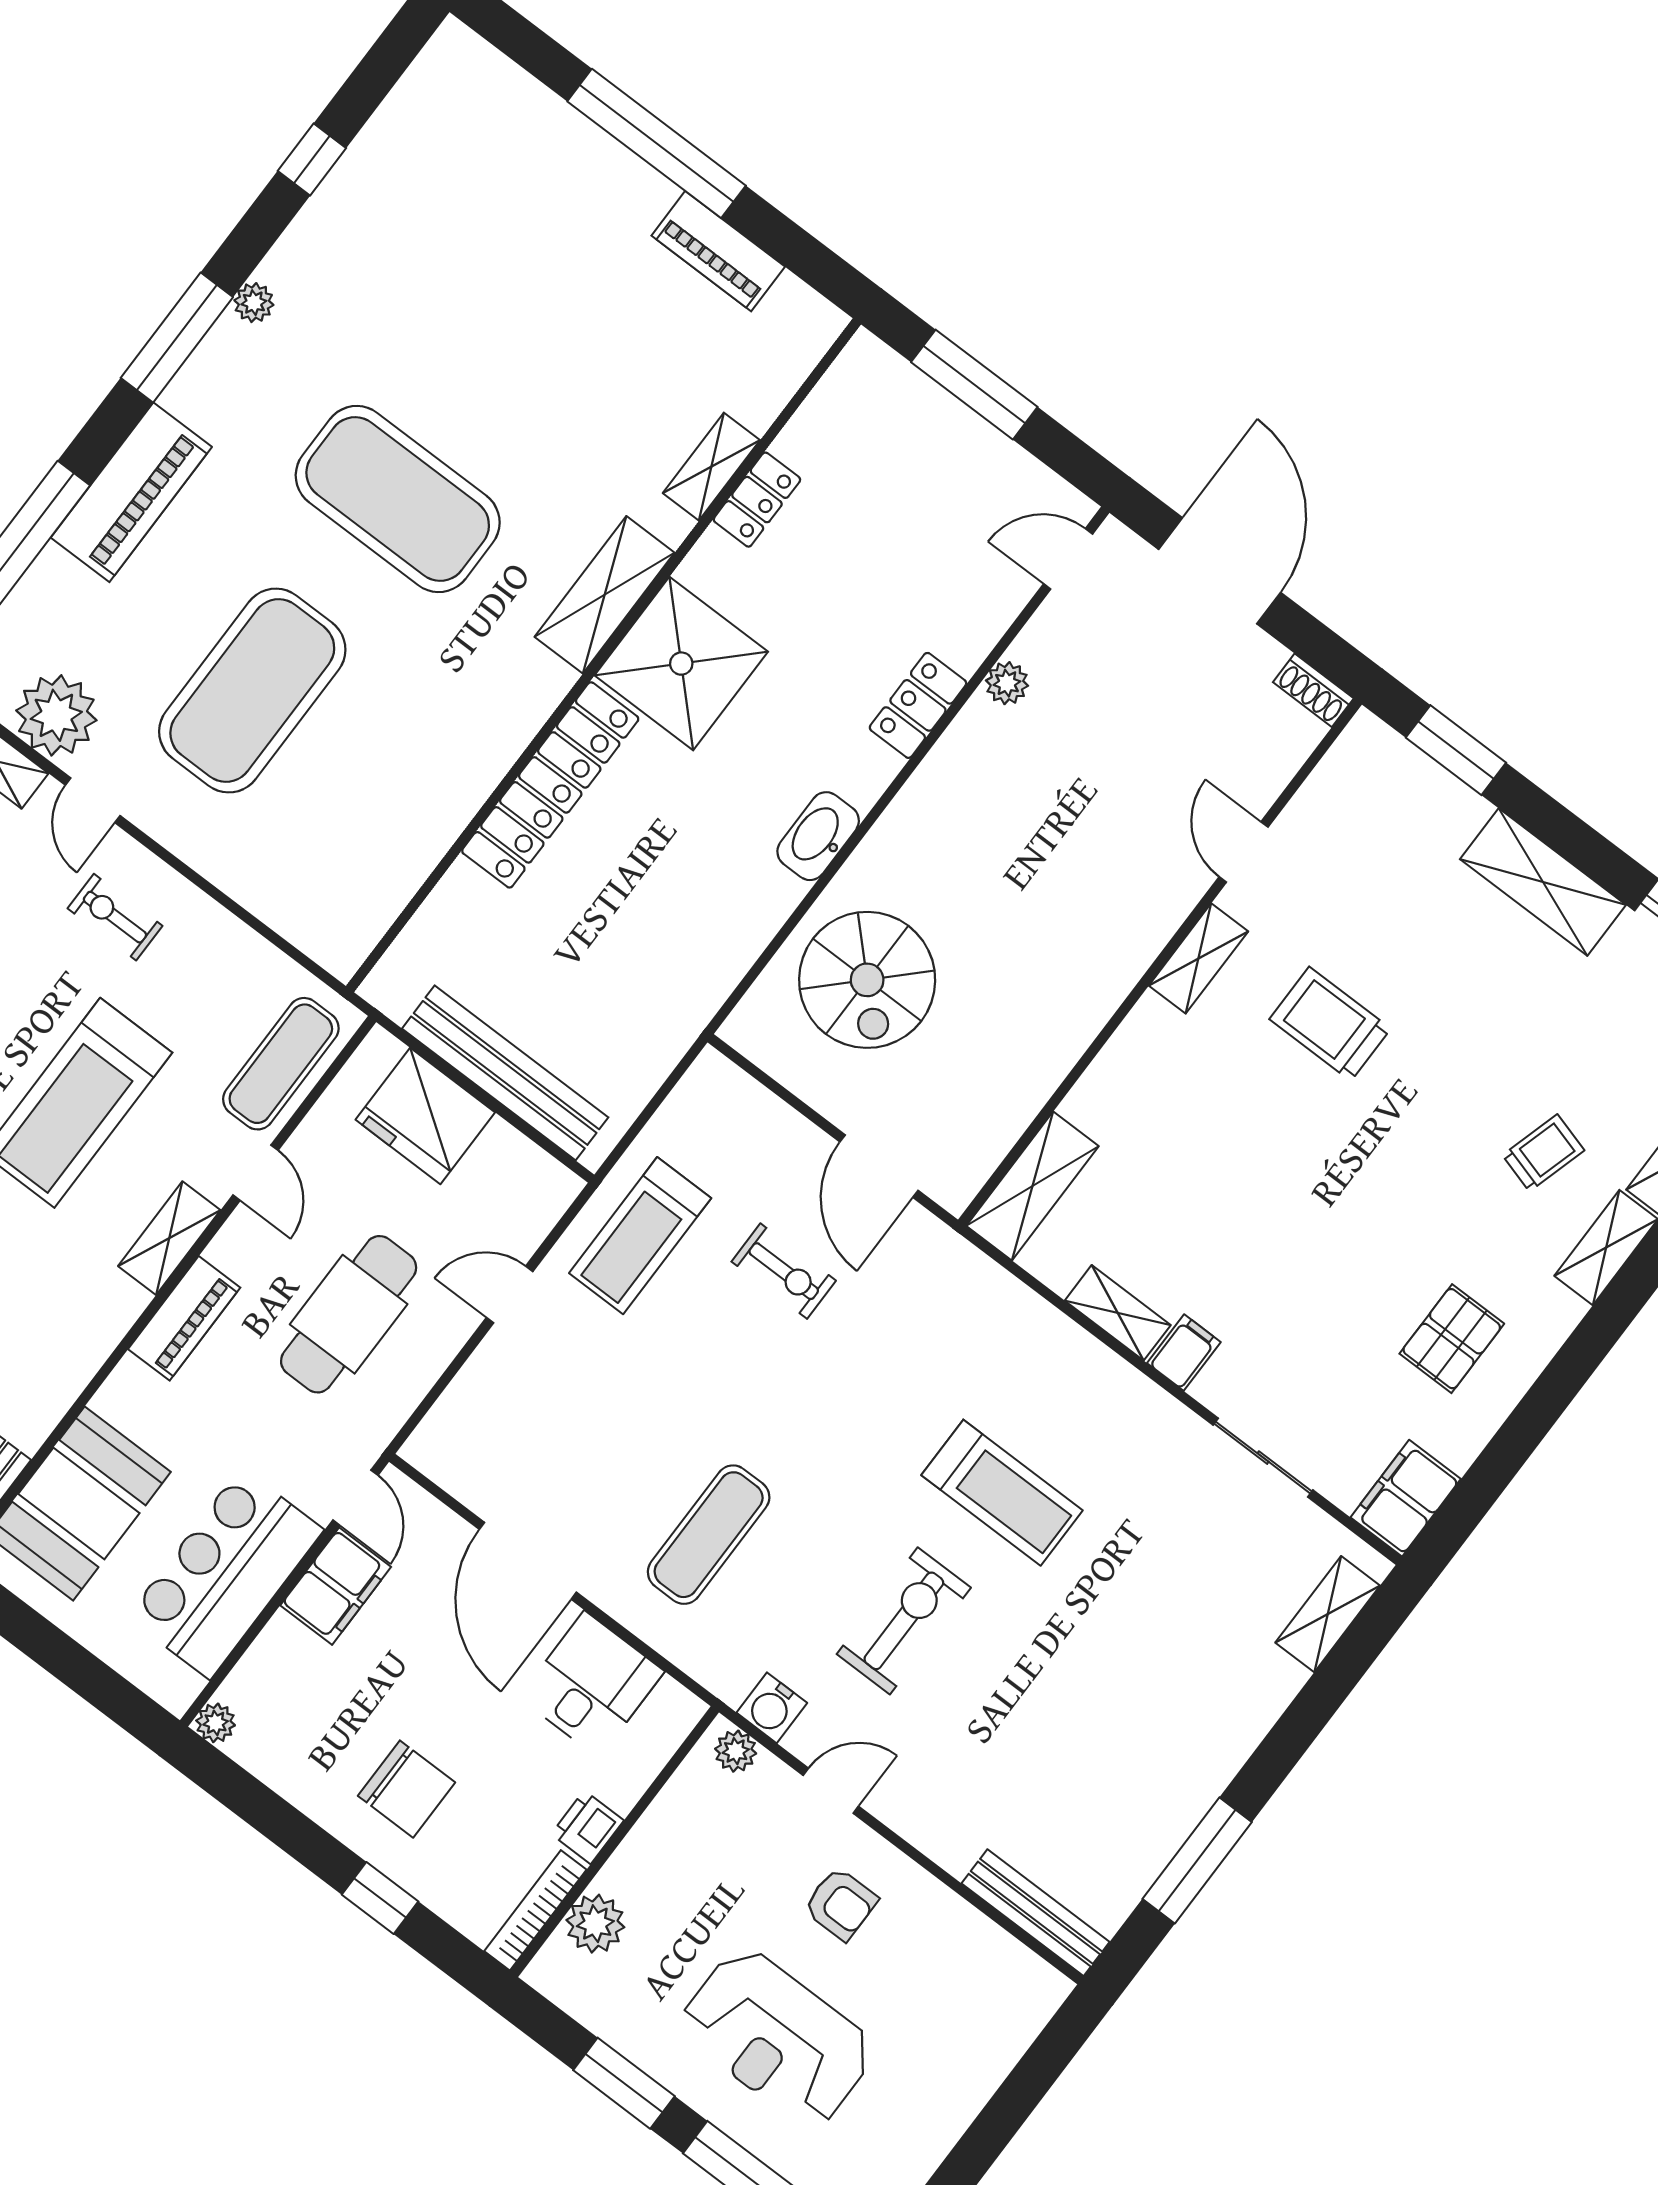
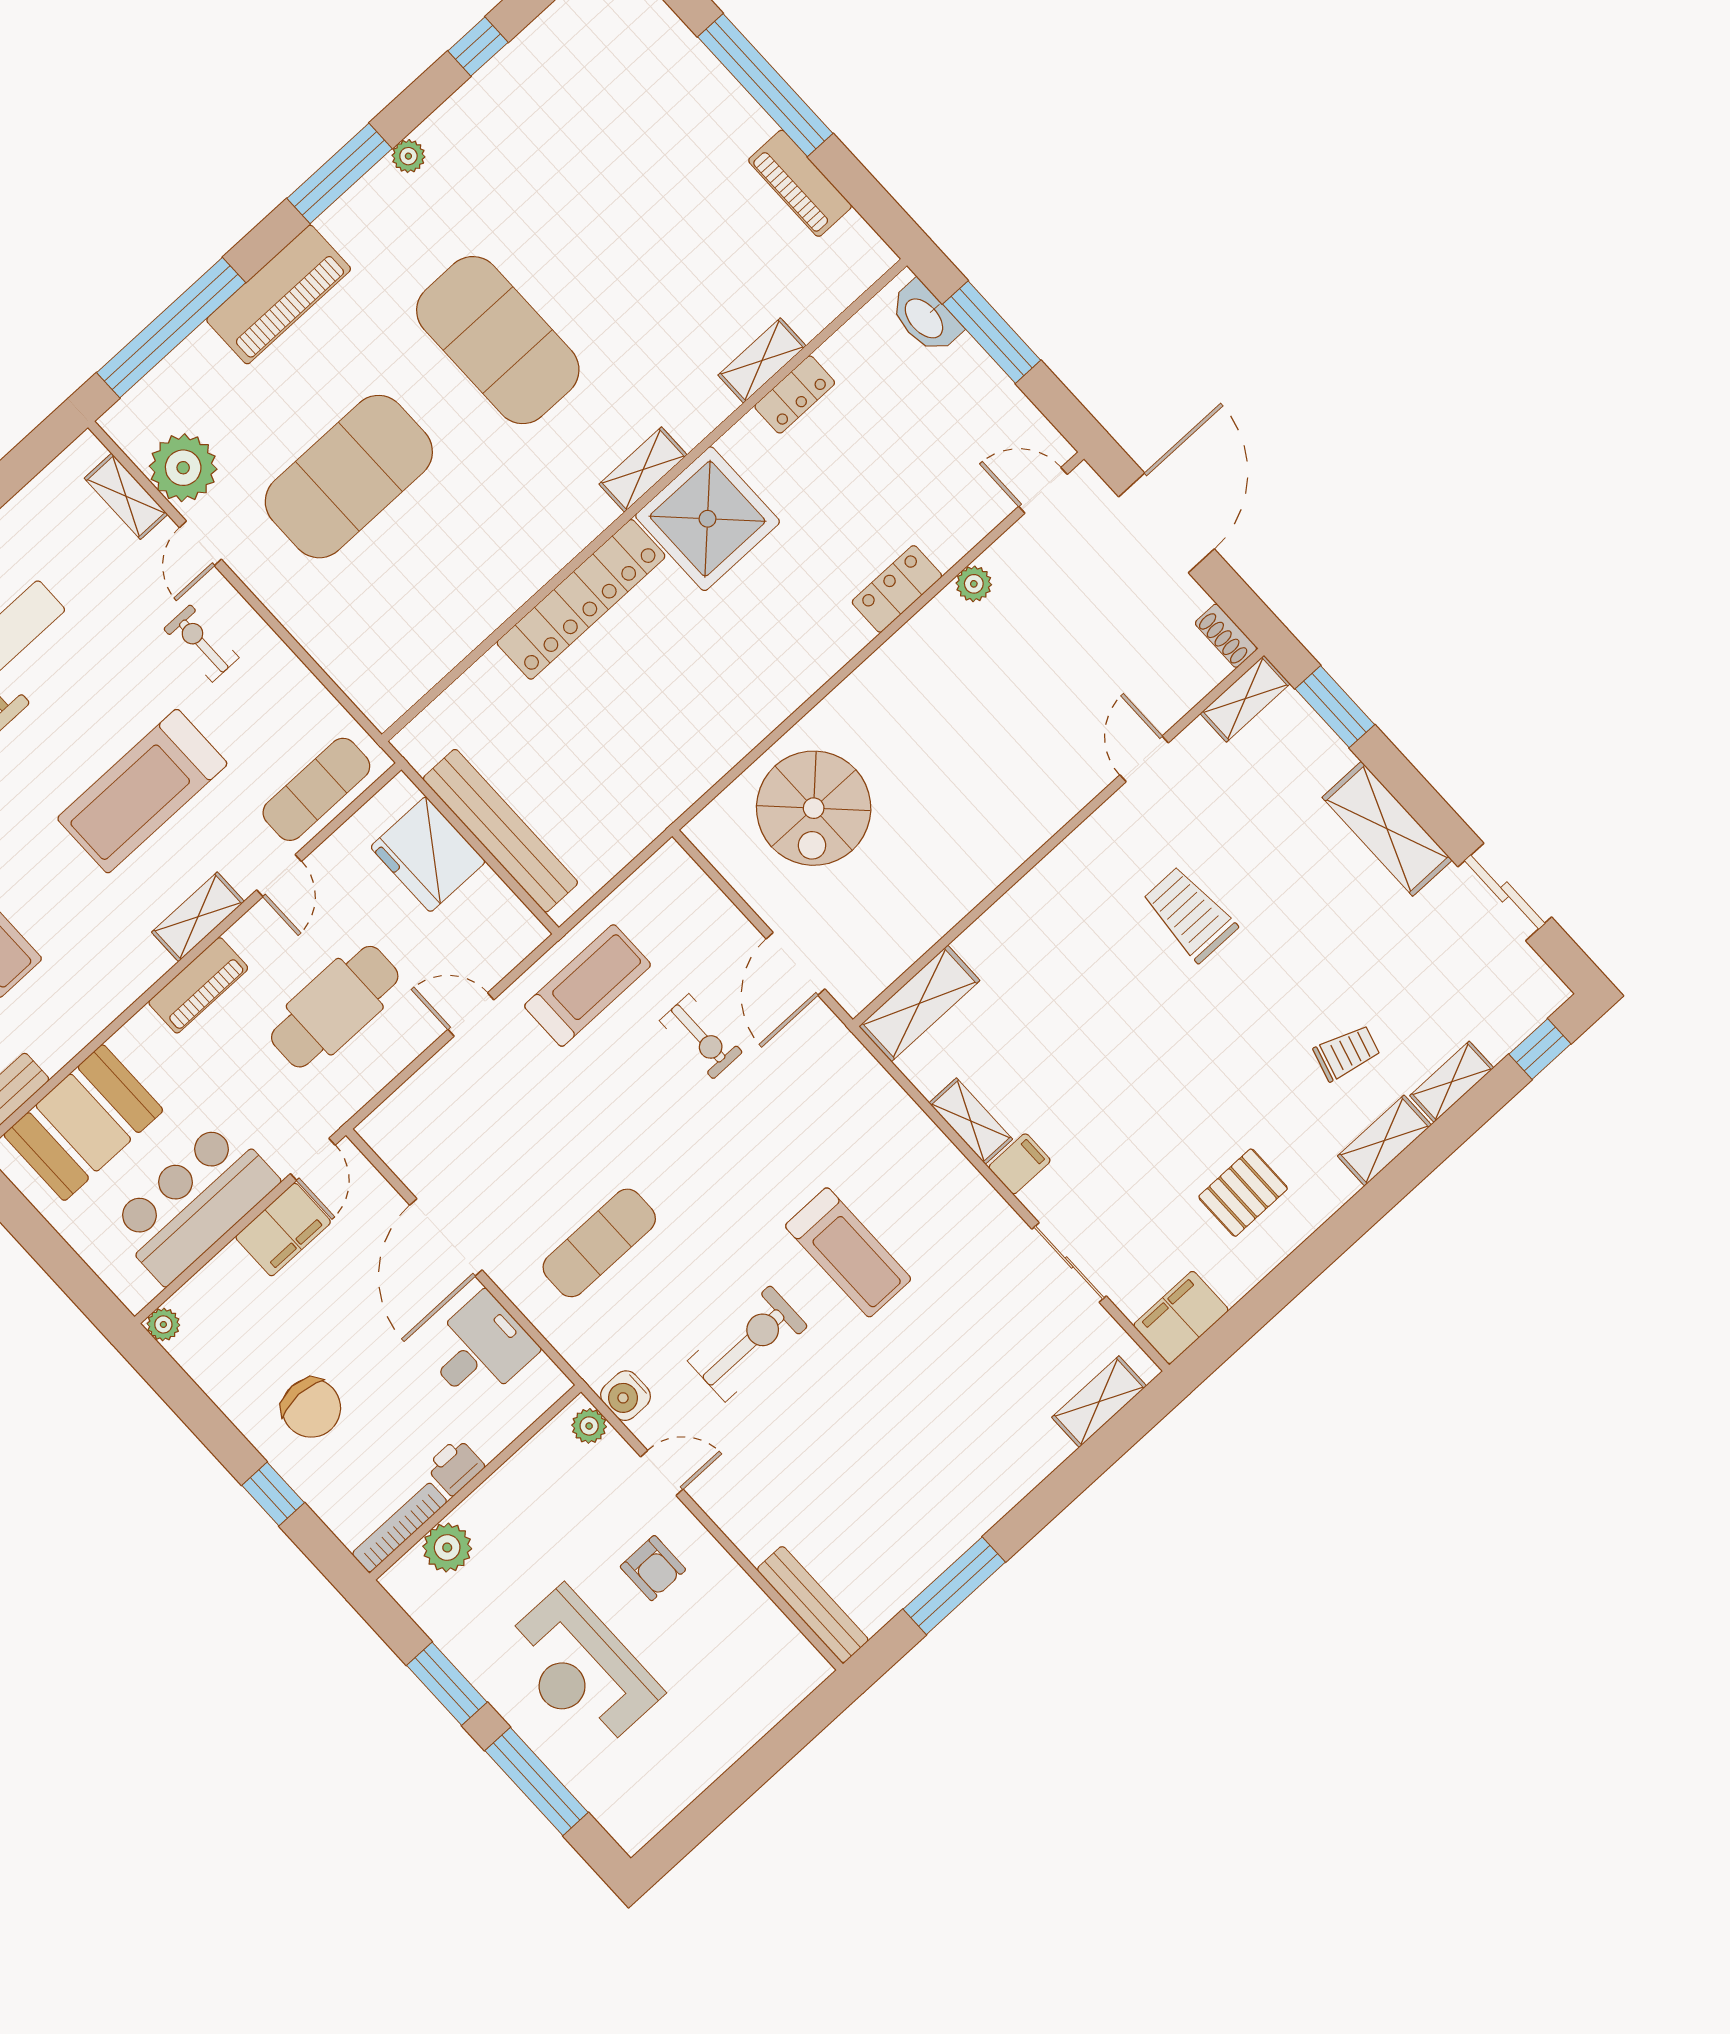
shelving: (605, 595) -> (643, 469), width x0.67, depth x0.75
washbasin: (818, 836) -> (925, 318), moved, turned -90
shelving: (1198, 958) -> (1245, 699), moved
treadmill: (640, 1236) -> (588, 985), turned 180

